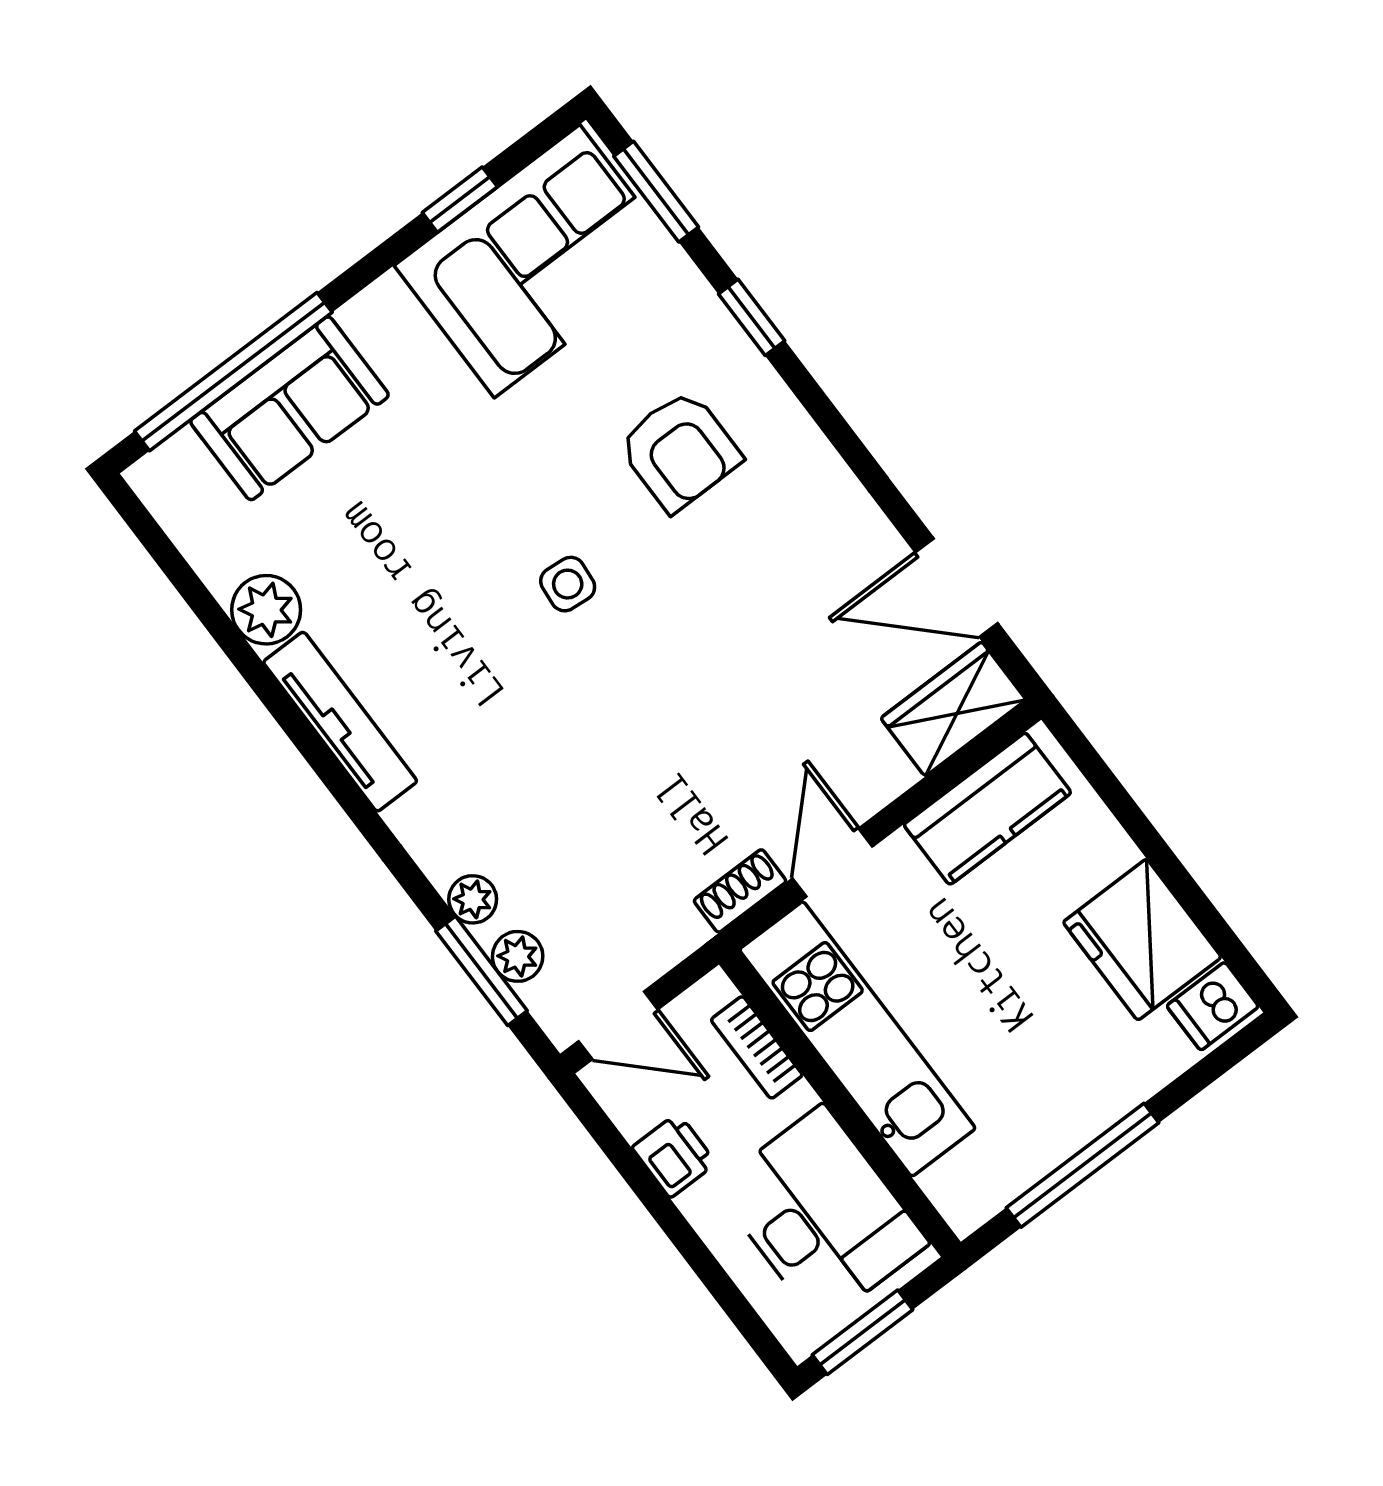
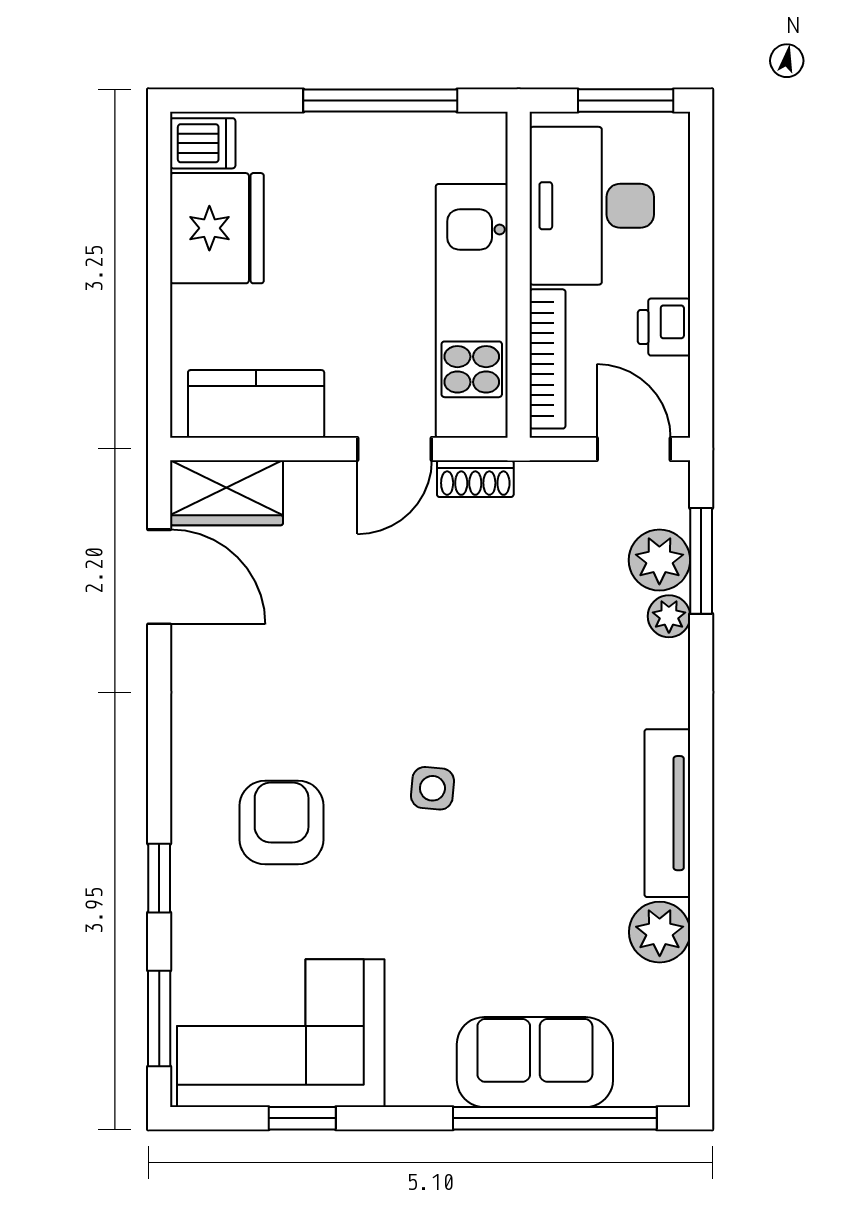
plant: (518, 956) -> (659, 560), width x1.38, depth x1.38
bookcase: (757, 1047) -> (548, 359), width x1.56

